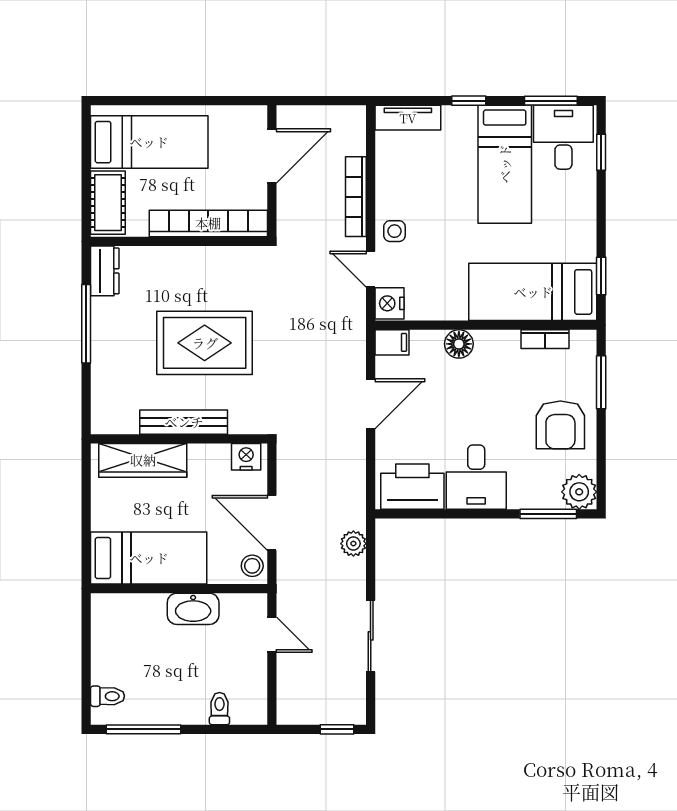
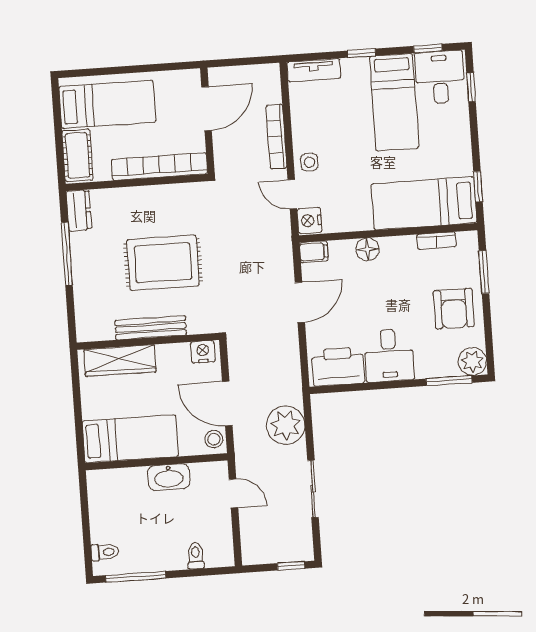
window: (551, 101) -> (428, 49), width x0.67
plant: (353, 544) -> (286, 425), width x1.87, depth x1.87

